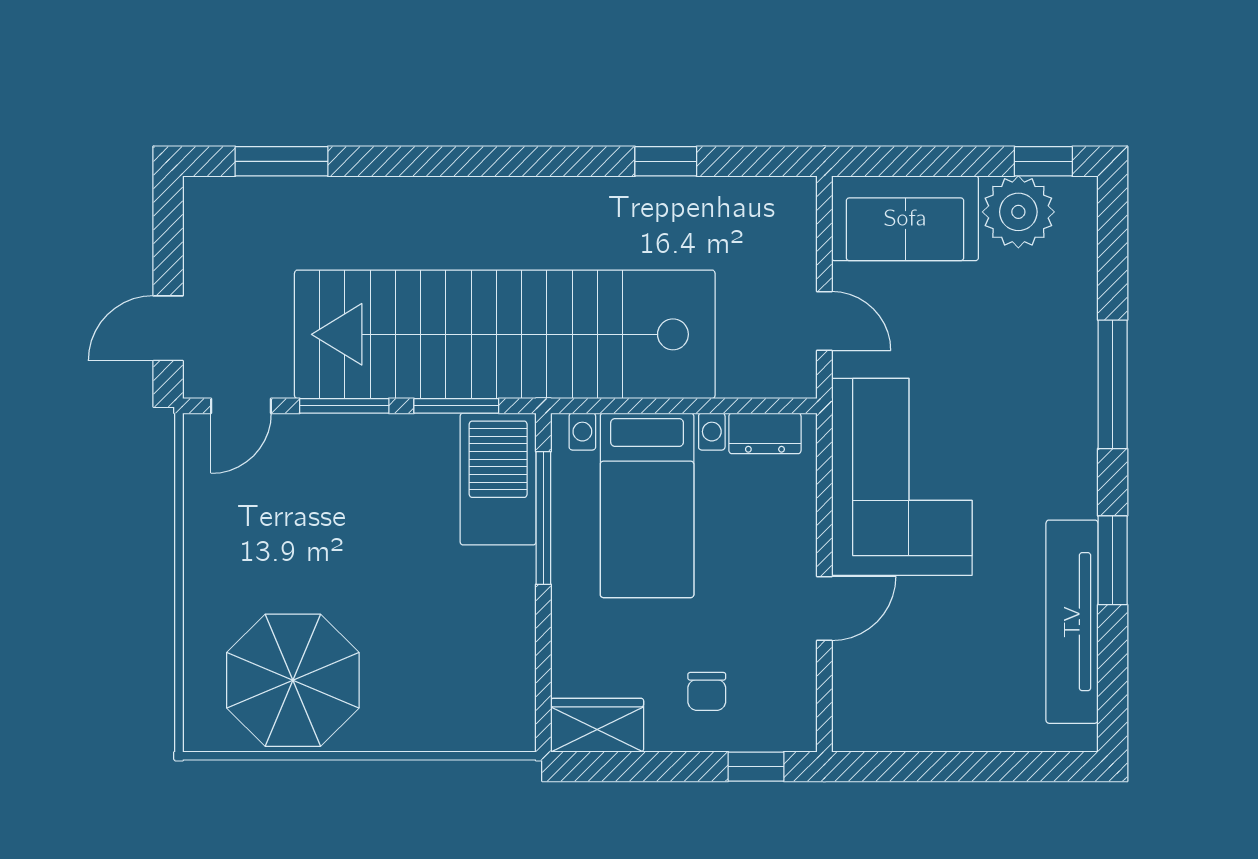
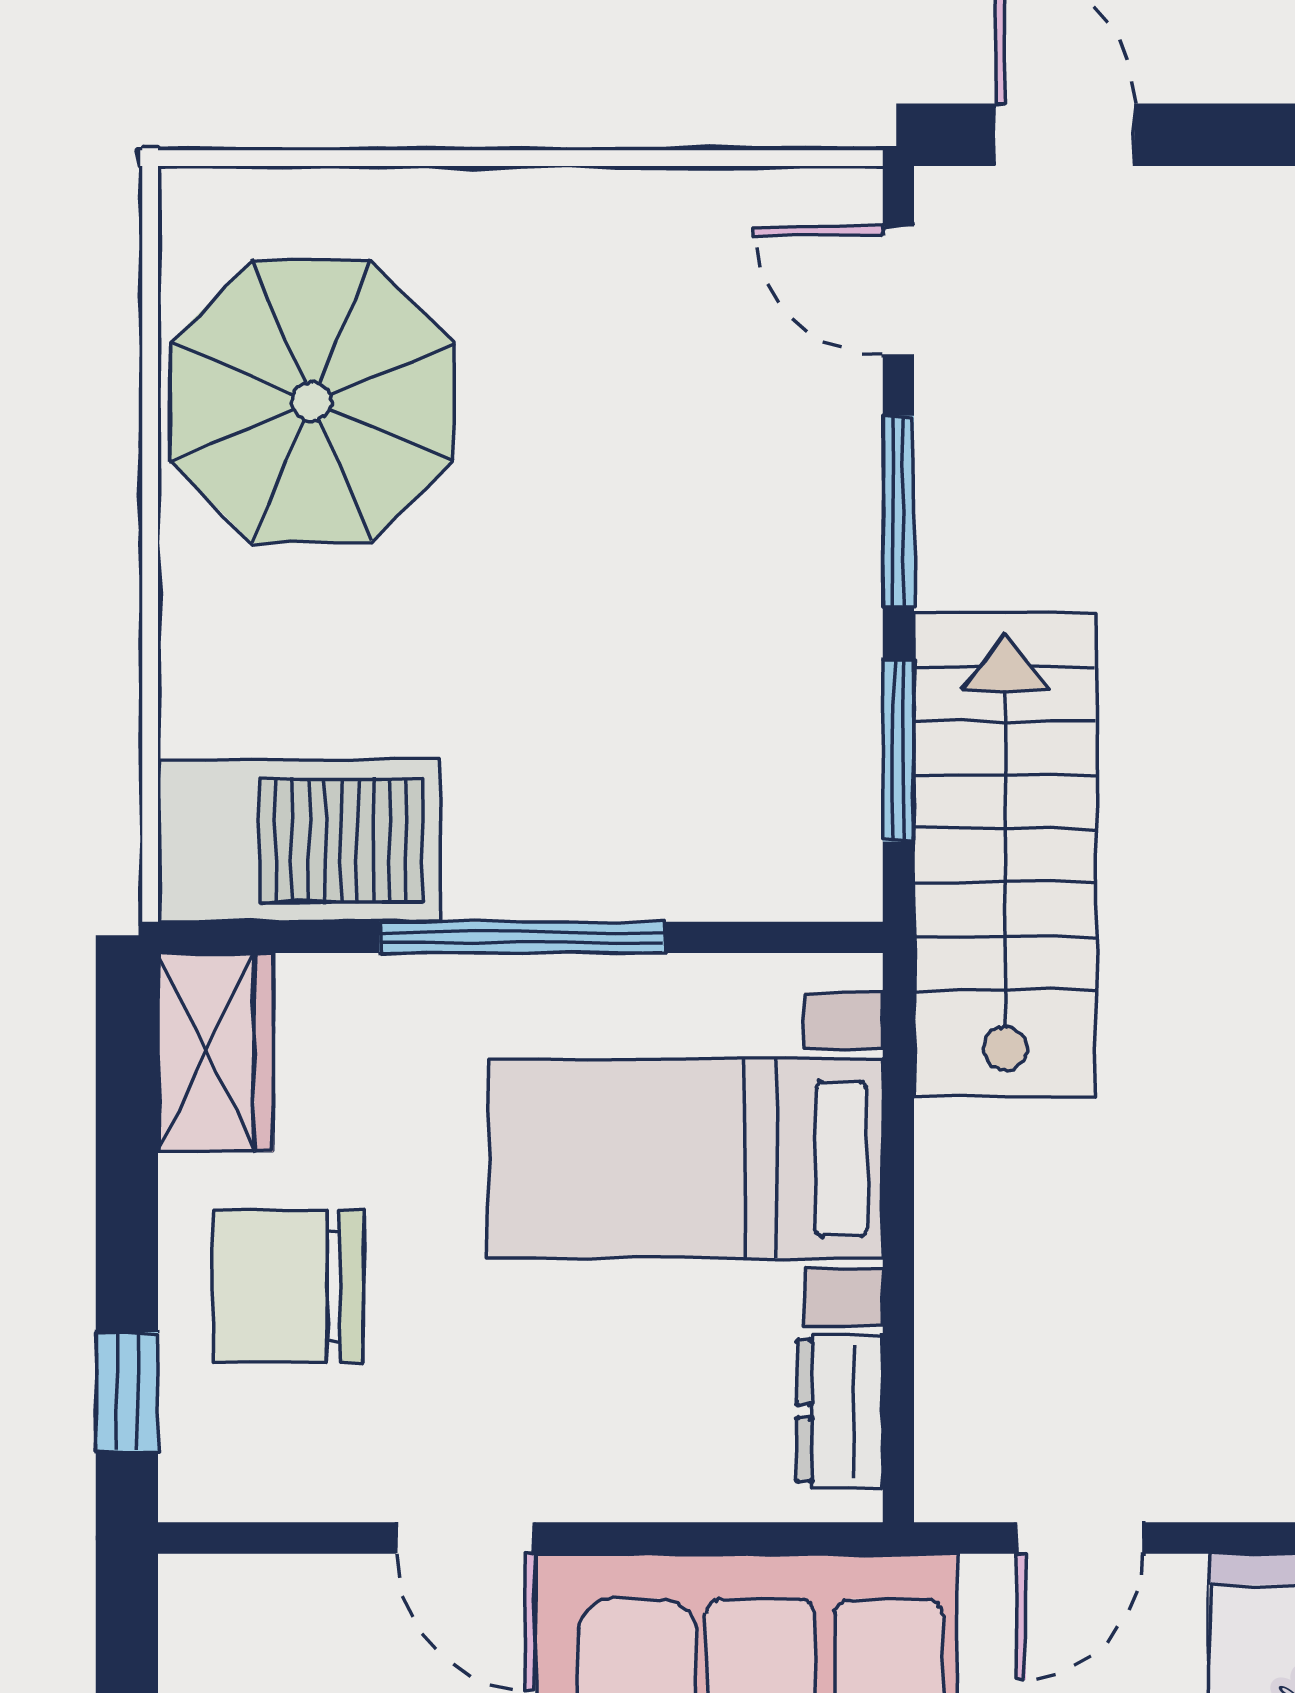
stairs: (505, 334) -> (1005, 855), width x0.54, depth x0.66
barbecue: (498, 479) -> (299, 841), moved
window: (543, 518) -> (522, 937), moved
chair: (707, 691) -> (288, 1287), width x1.87, depth x1.87

